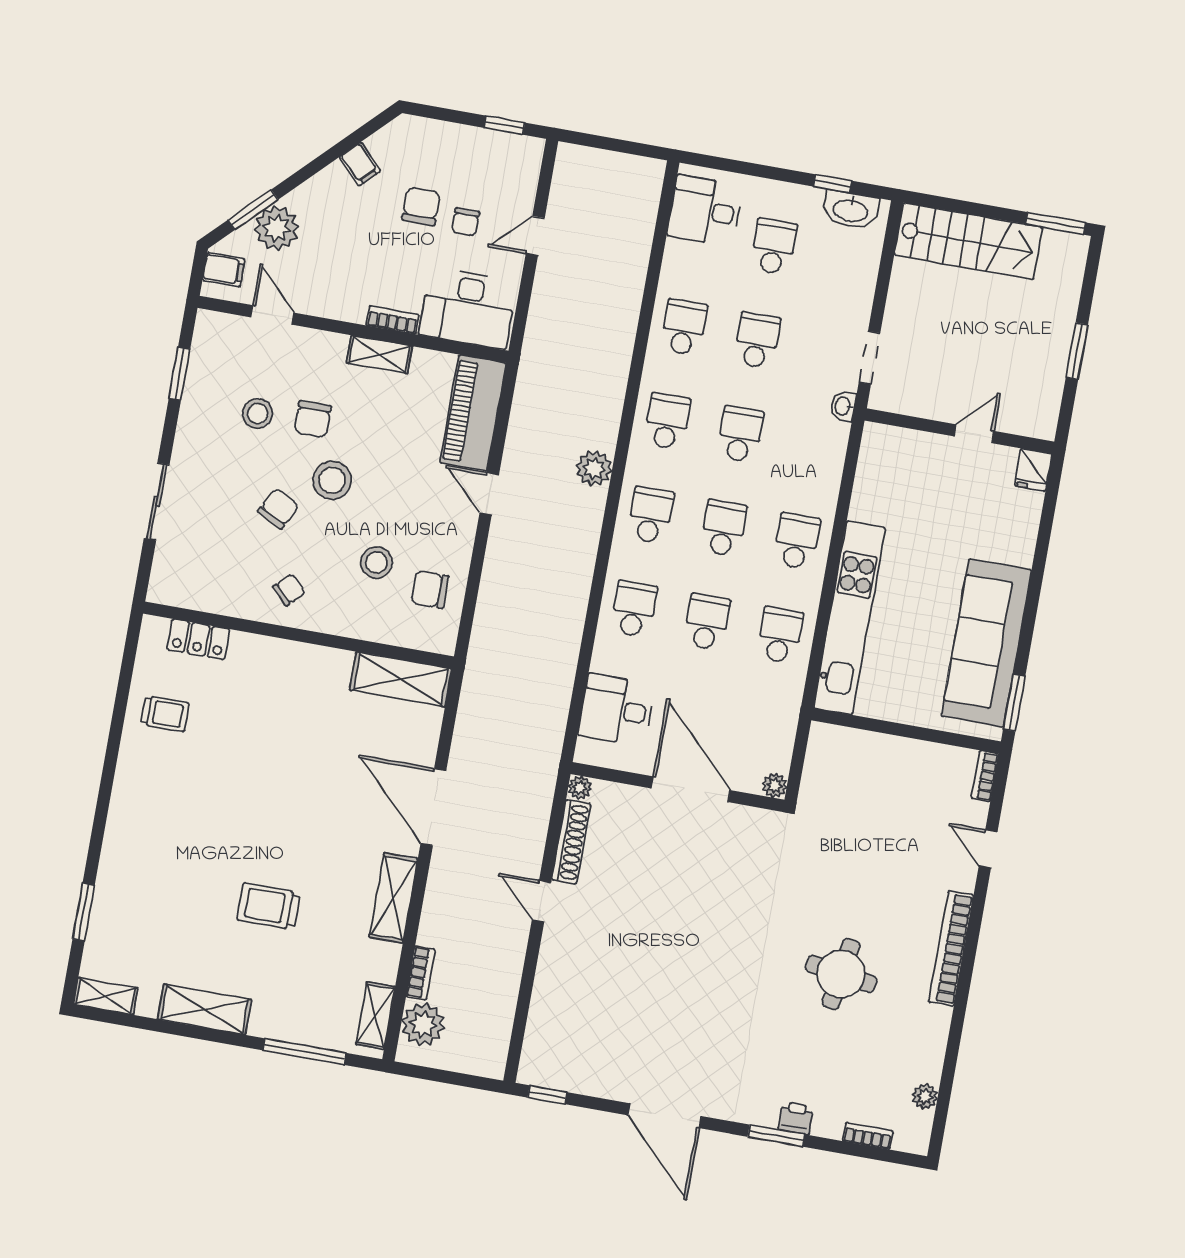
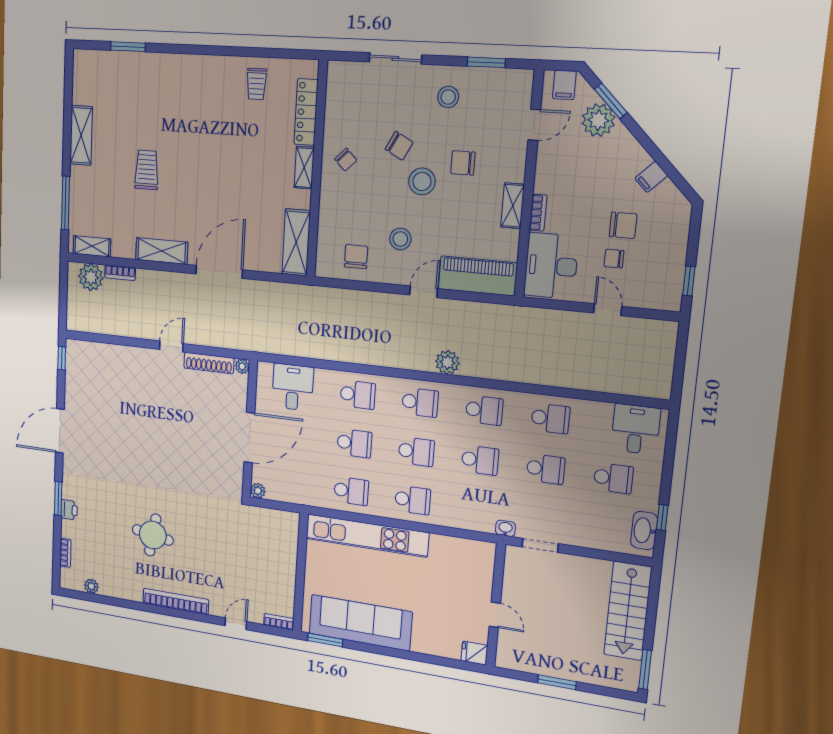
stool: (258, 413) -> (448, 97), moved
stool: (376, 563) -> (400, 239), moved
locker: (198, 639) -> (306, 112), width x1.53
shelving: (106, 996) -> (304, 168), moved

